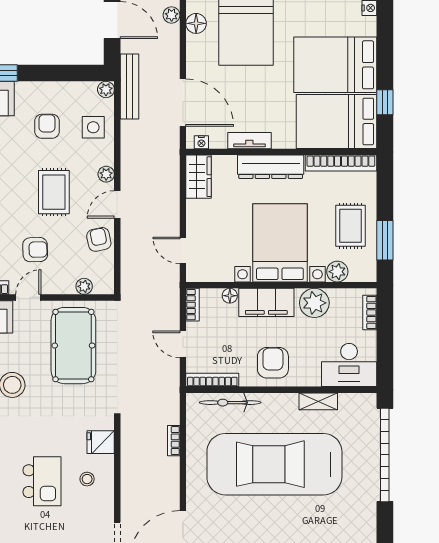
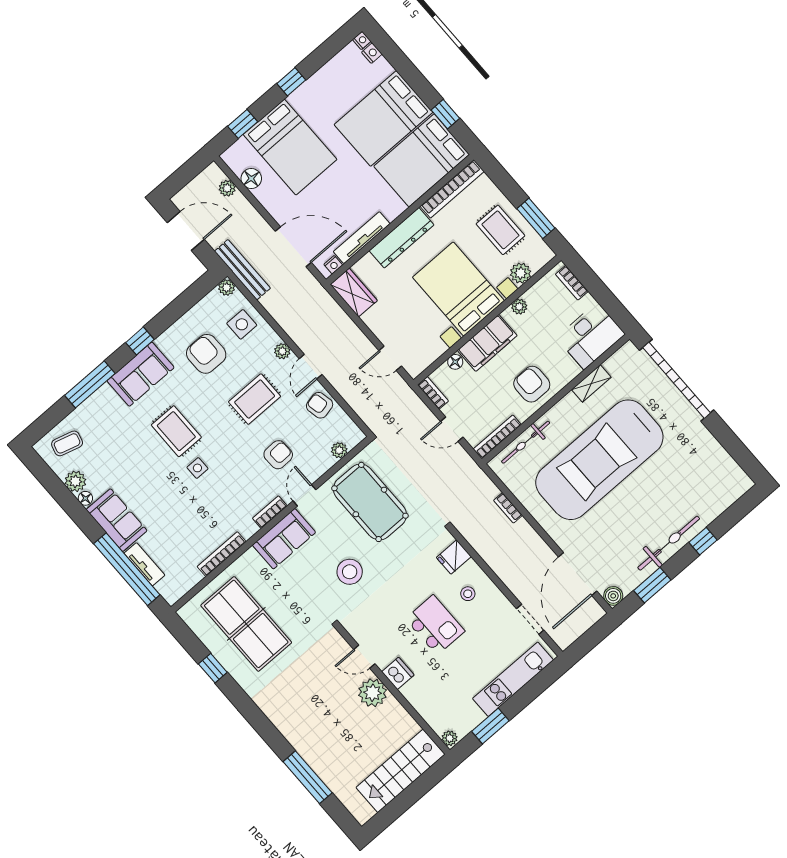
armchair: (47, 126) -> (206, 354), width x1.38, depth x1.38
tv unit: (249, 141) -> (362, 238), width x1.41
rug: (54, 192) -> (255, 399), turned 90
plant: (314, 303) -> (519, 307), width x0.53, depth x0.53

